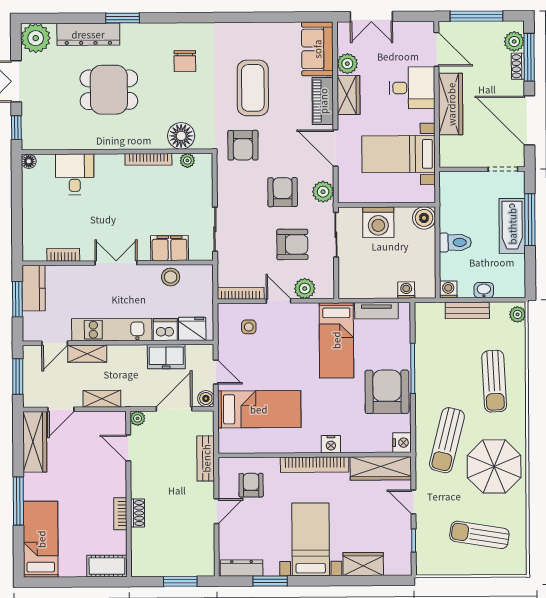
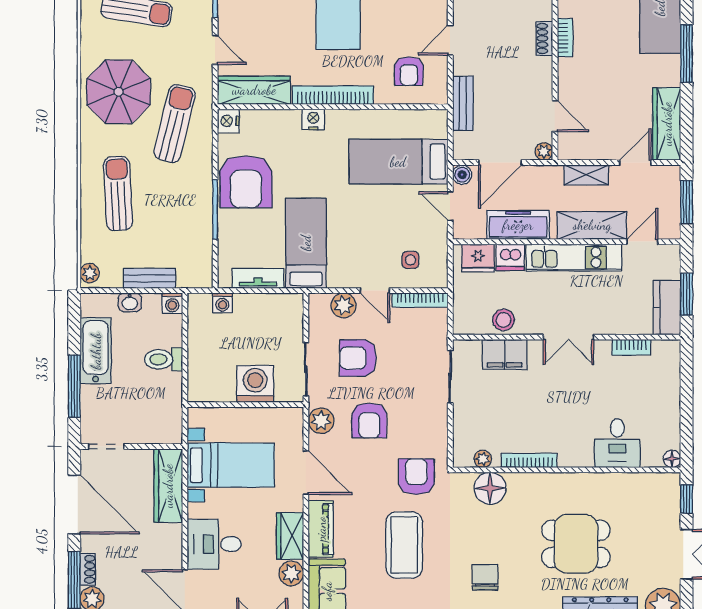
wardrobe: (451, 104) -> (168, 486), moved
boiler: (424, 218) -> (201, 389), removed
bathtub: (512, 226) -> (96, 351), moved
shelving: (87, 354) -> (592, 225), width x1.50, depth x1.33
freezer: (166, 357) -> (518, 225), width x1.40

